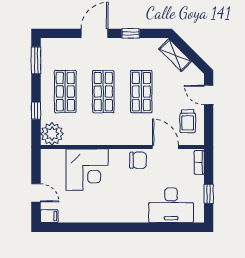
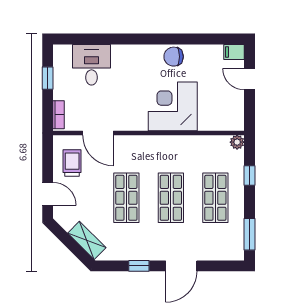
plant: (52, 134) -> (237, 142), width x0.53, depth x0.53
chair: (138, 160) -> (174, 57), moved
corner desk: (87, 170) -> (173, 106), moved
desk: (171, 205) -> (92, 65), width x0.73

